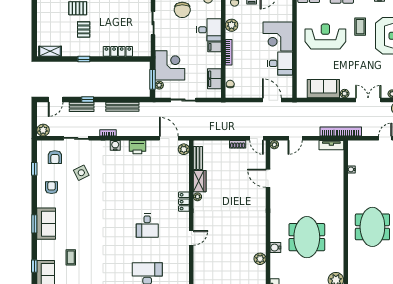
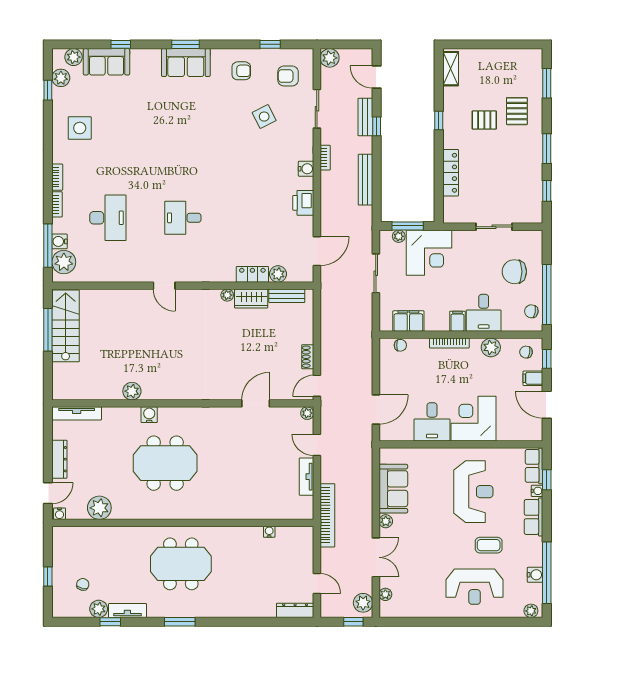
tv unit: (331, 145) -> (307, 477), moved
plant: (184, 149) -> (278, 274), moved
locker: (184, 202) -> (252, 274), moved
coffee table: (71, 257) -> (134, 100), removed

